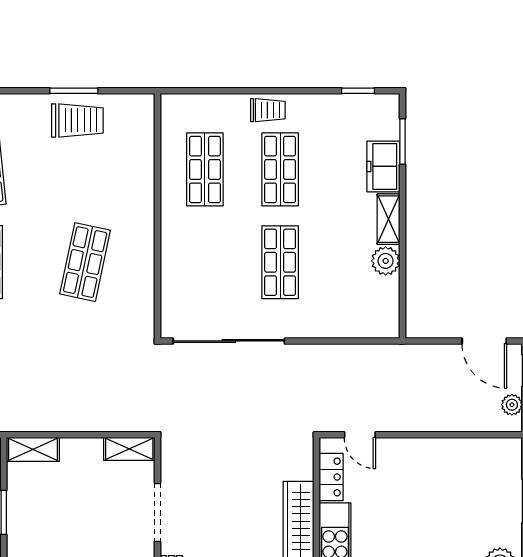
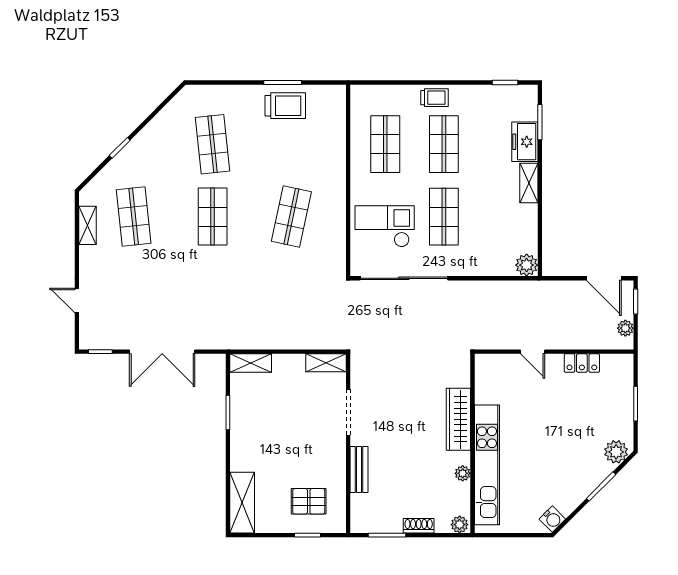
plant: (386, 261) -> (527, 265), moved
checkout: (204, 275) -> (385, 226), added
door: (360, 435) -> (533, 352), moved
locker: (331, 477) -> (582, 363), moved, turned 90

